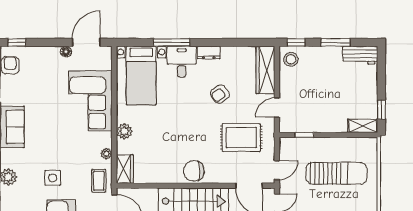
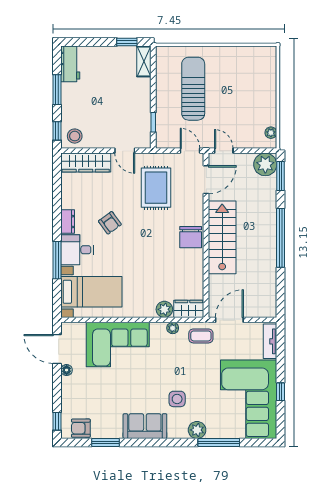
armchair: (220, 94) -> (110, 223), moved
plant: (124, 131) -> (164, 309), moved
side table: (53, 178) -> (177, 399), moved

